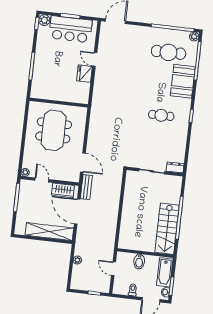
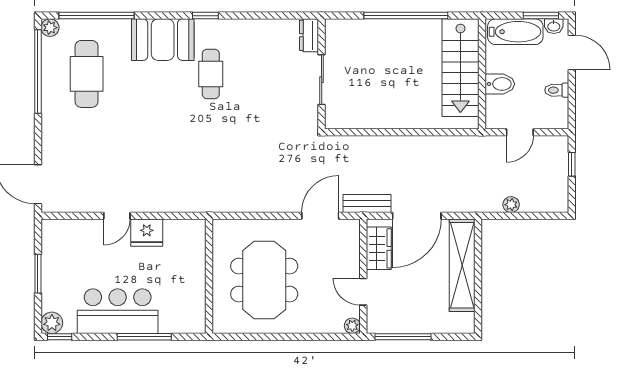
bar counter: (70, 29) -> (118, 311), moved, turned -90
booth: (183, 81) -> (163, 40), moved
meeting table: (54, 130) -> (264, 280), turned 90
door: (42, 180) -> (363, 292), hinge flipped
stairs: (167, 229) -> (460, 68), moved, turned 90

